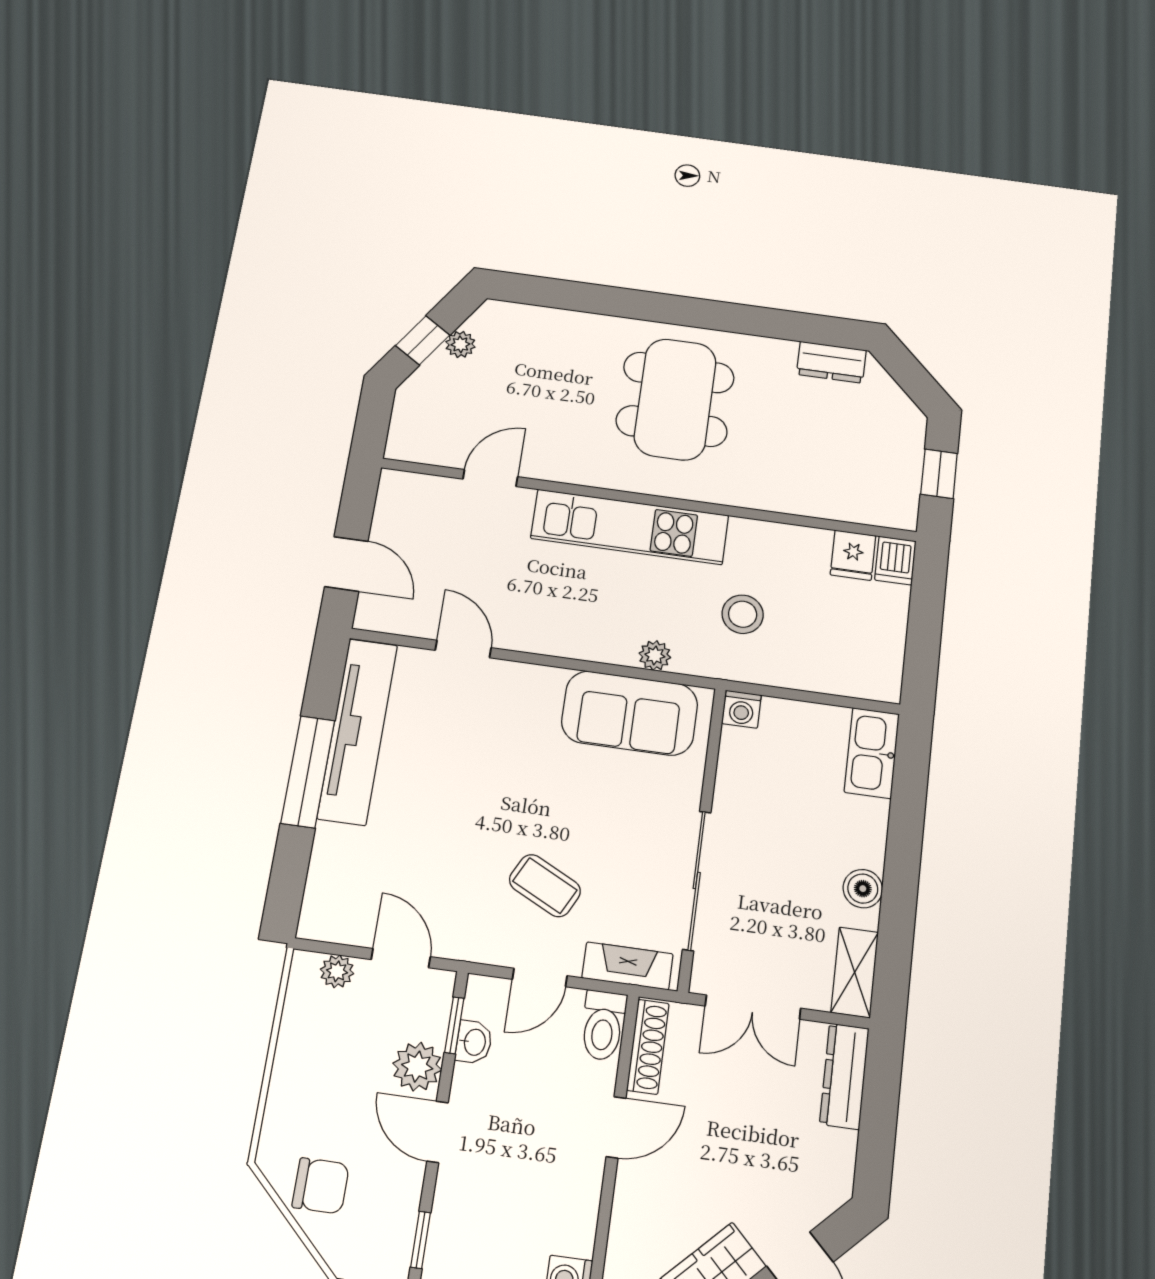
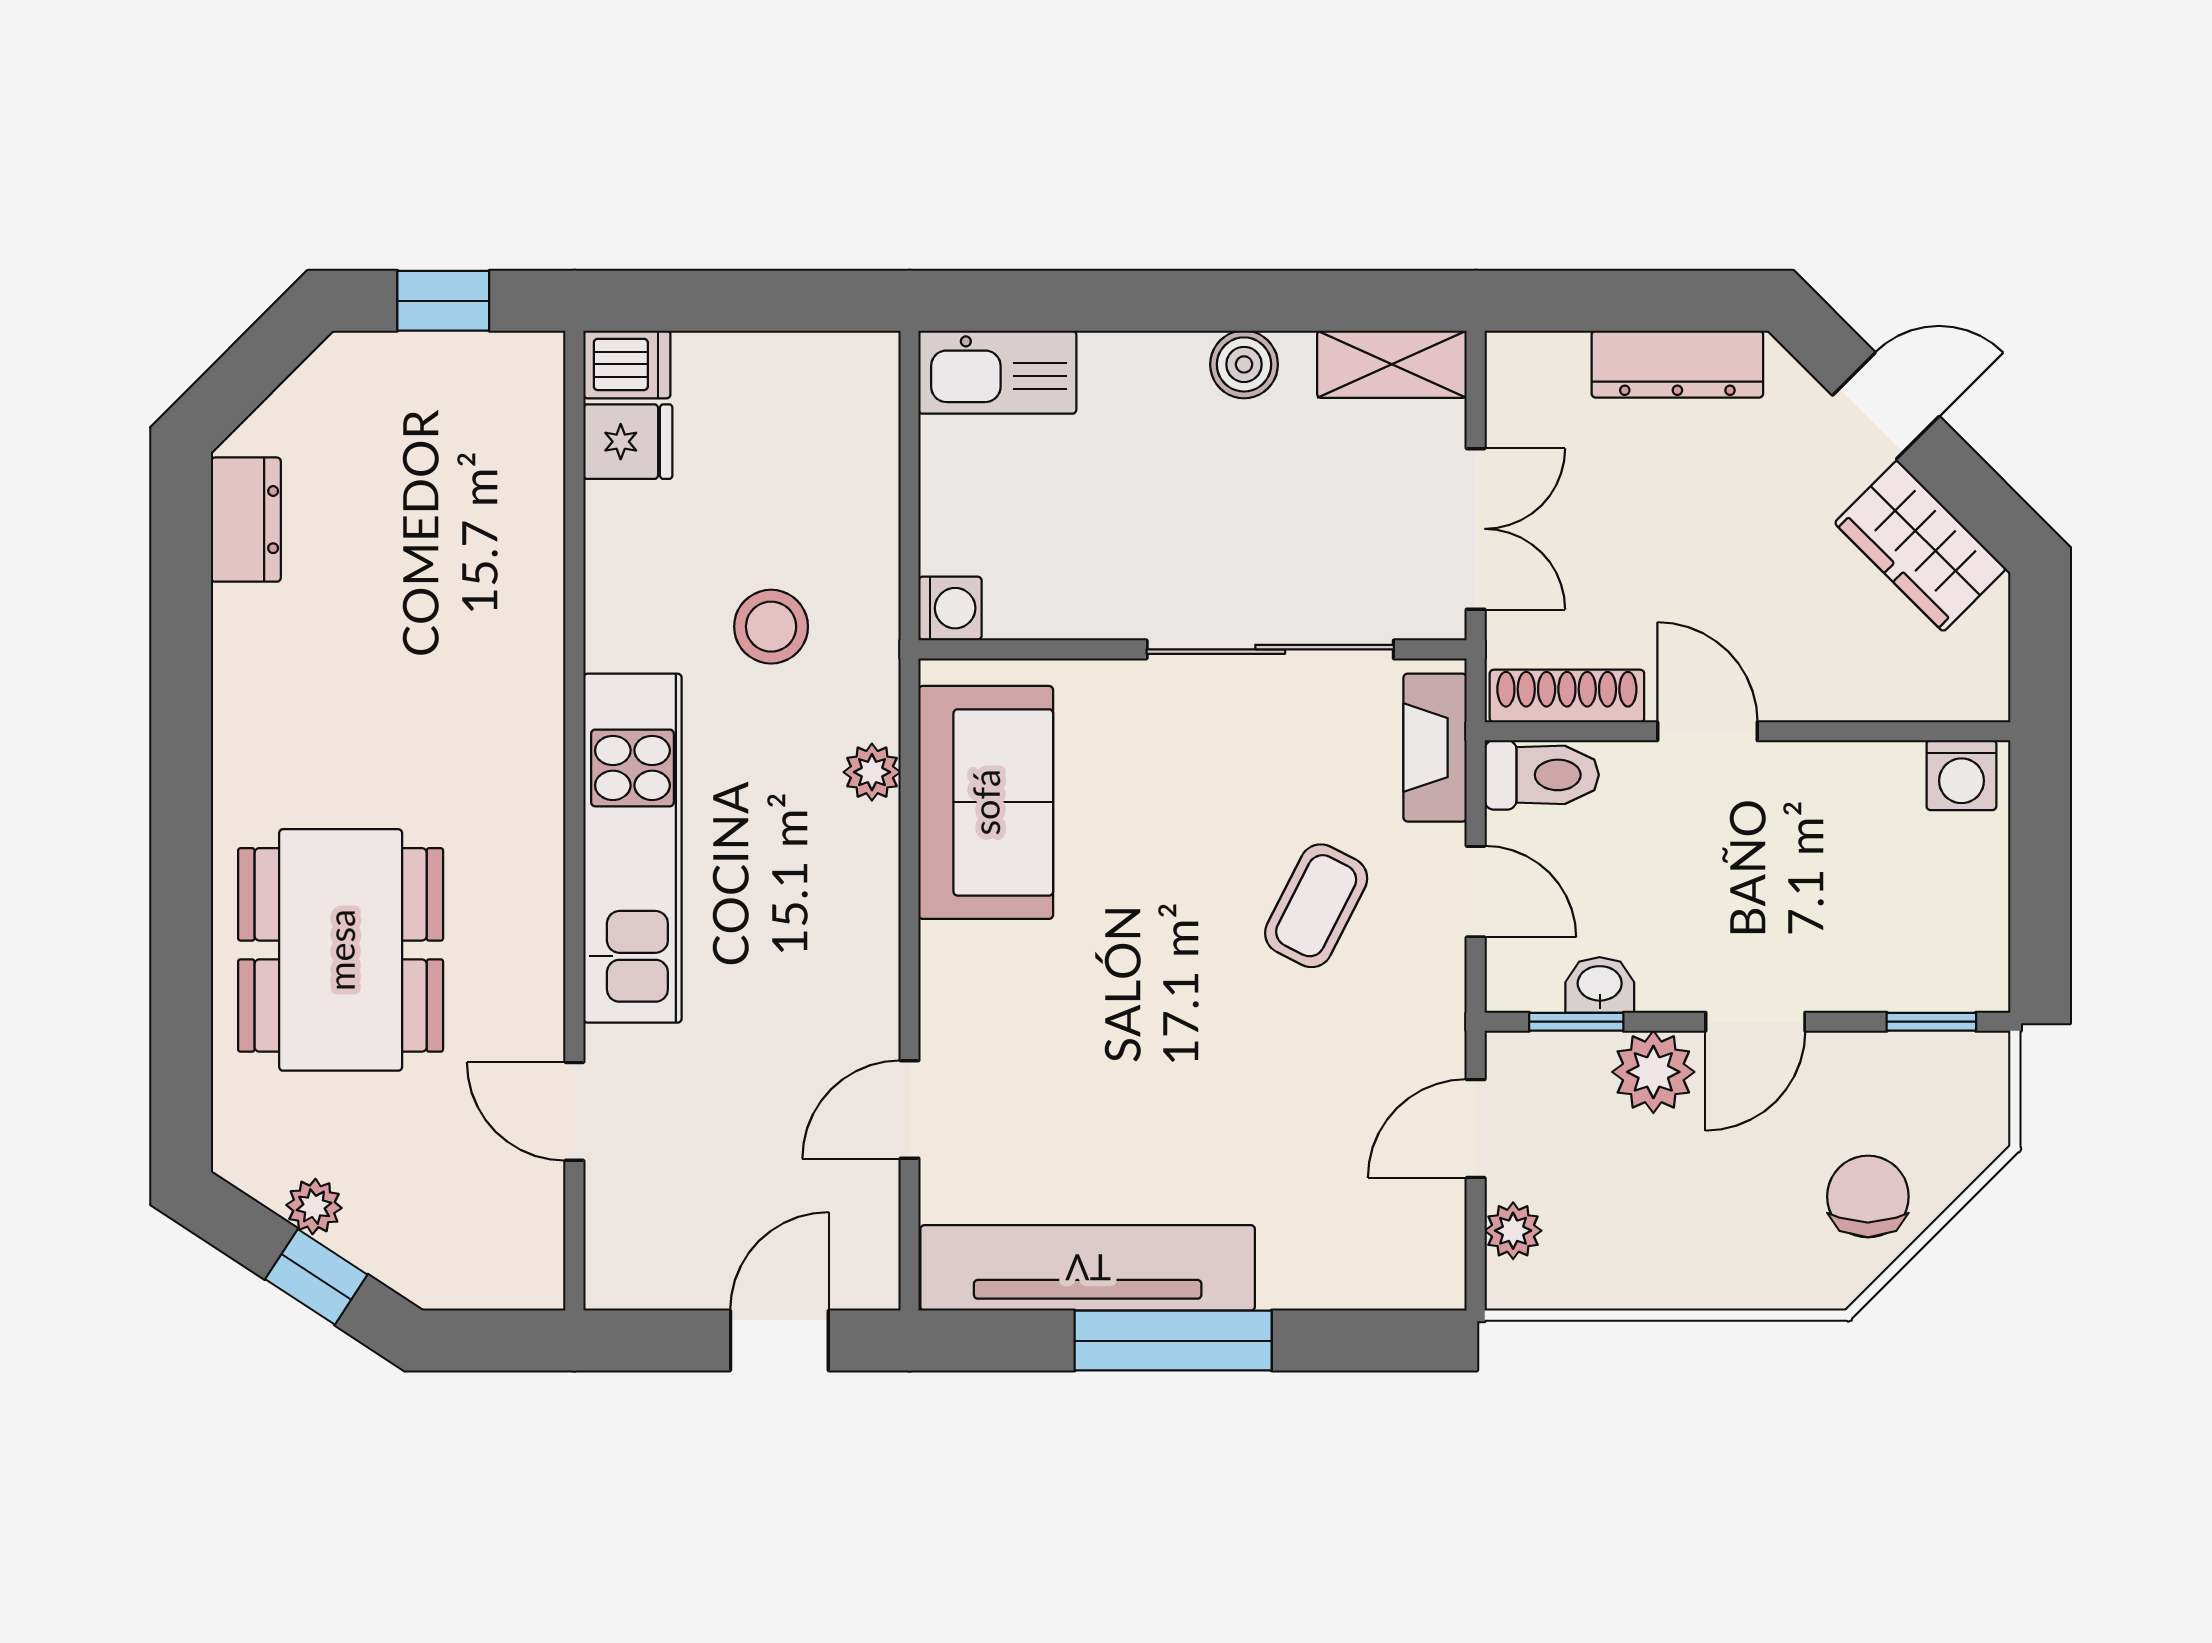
dining table: (675, 399) -> (341, 950), moved, turned 90
dresser: (844, 1076) -> (1677, 364), moved

